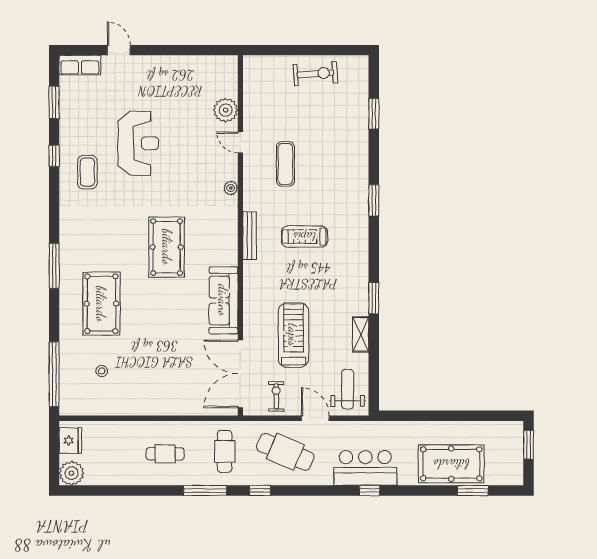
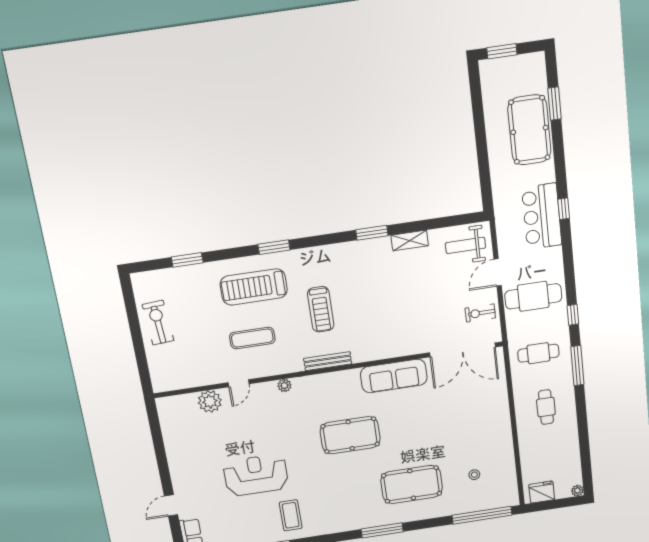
coffee table: (87, 172) -> (291, 515), turned 90
treadmill: (293, 335) -> (254, 287), moved
cafe table: (285, 452) -> (533, 296), turned 67
plant: (72, 473) -> (577, 491), width x0.53, depth x0.53

